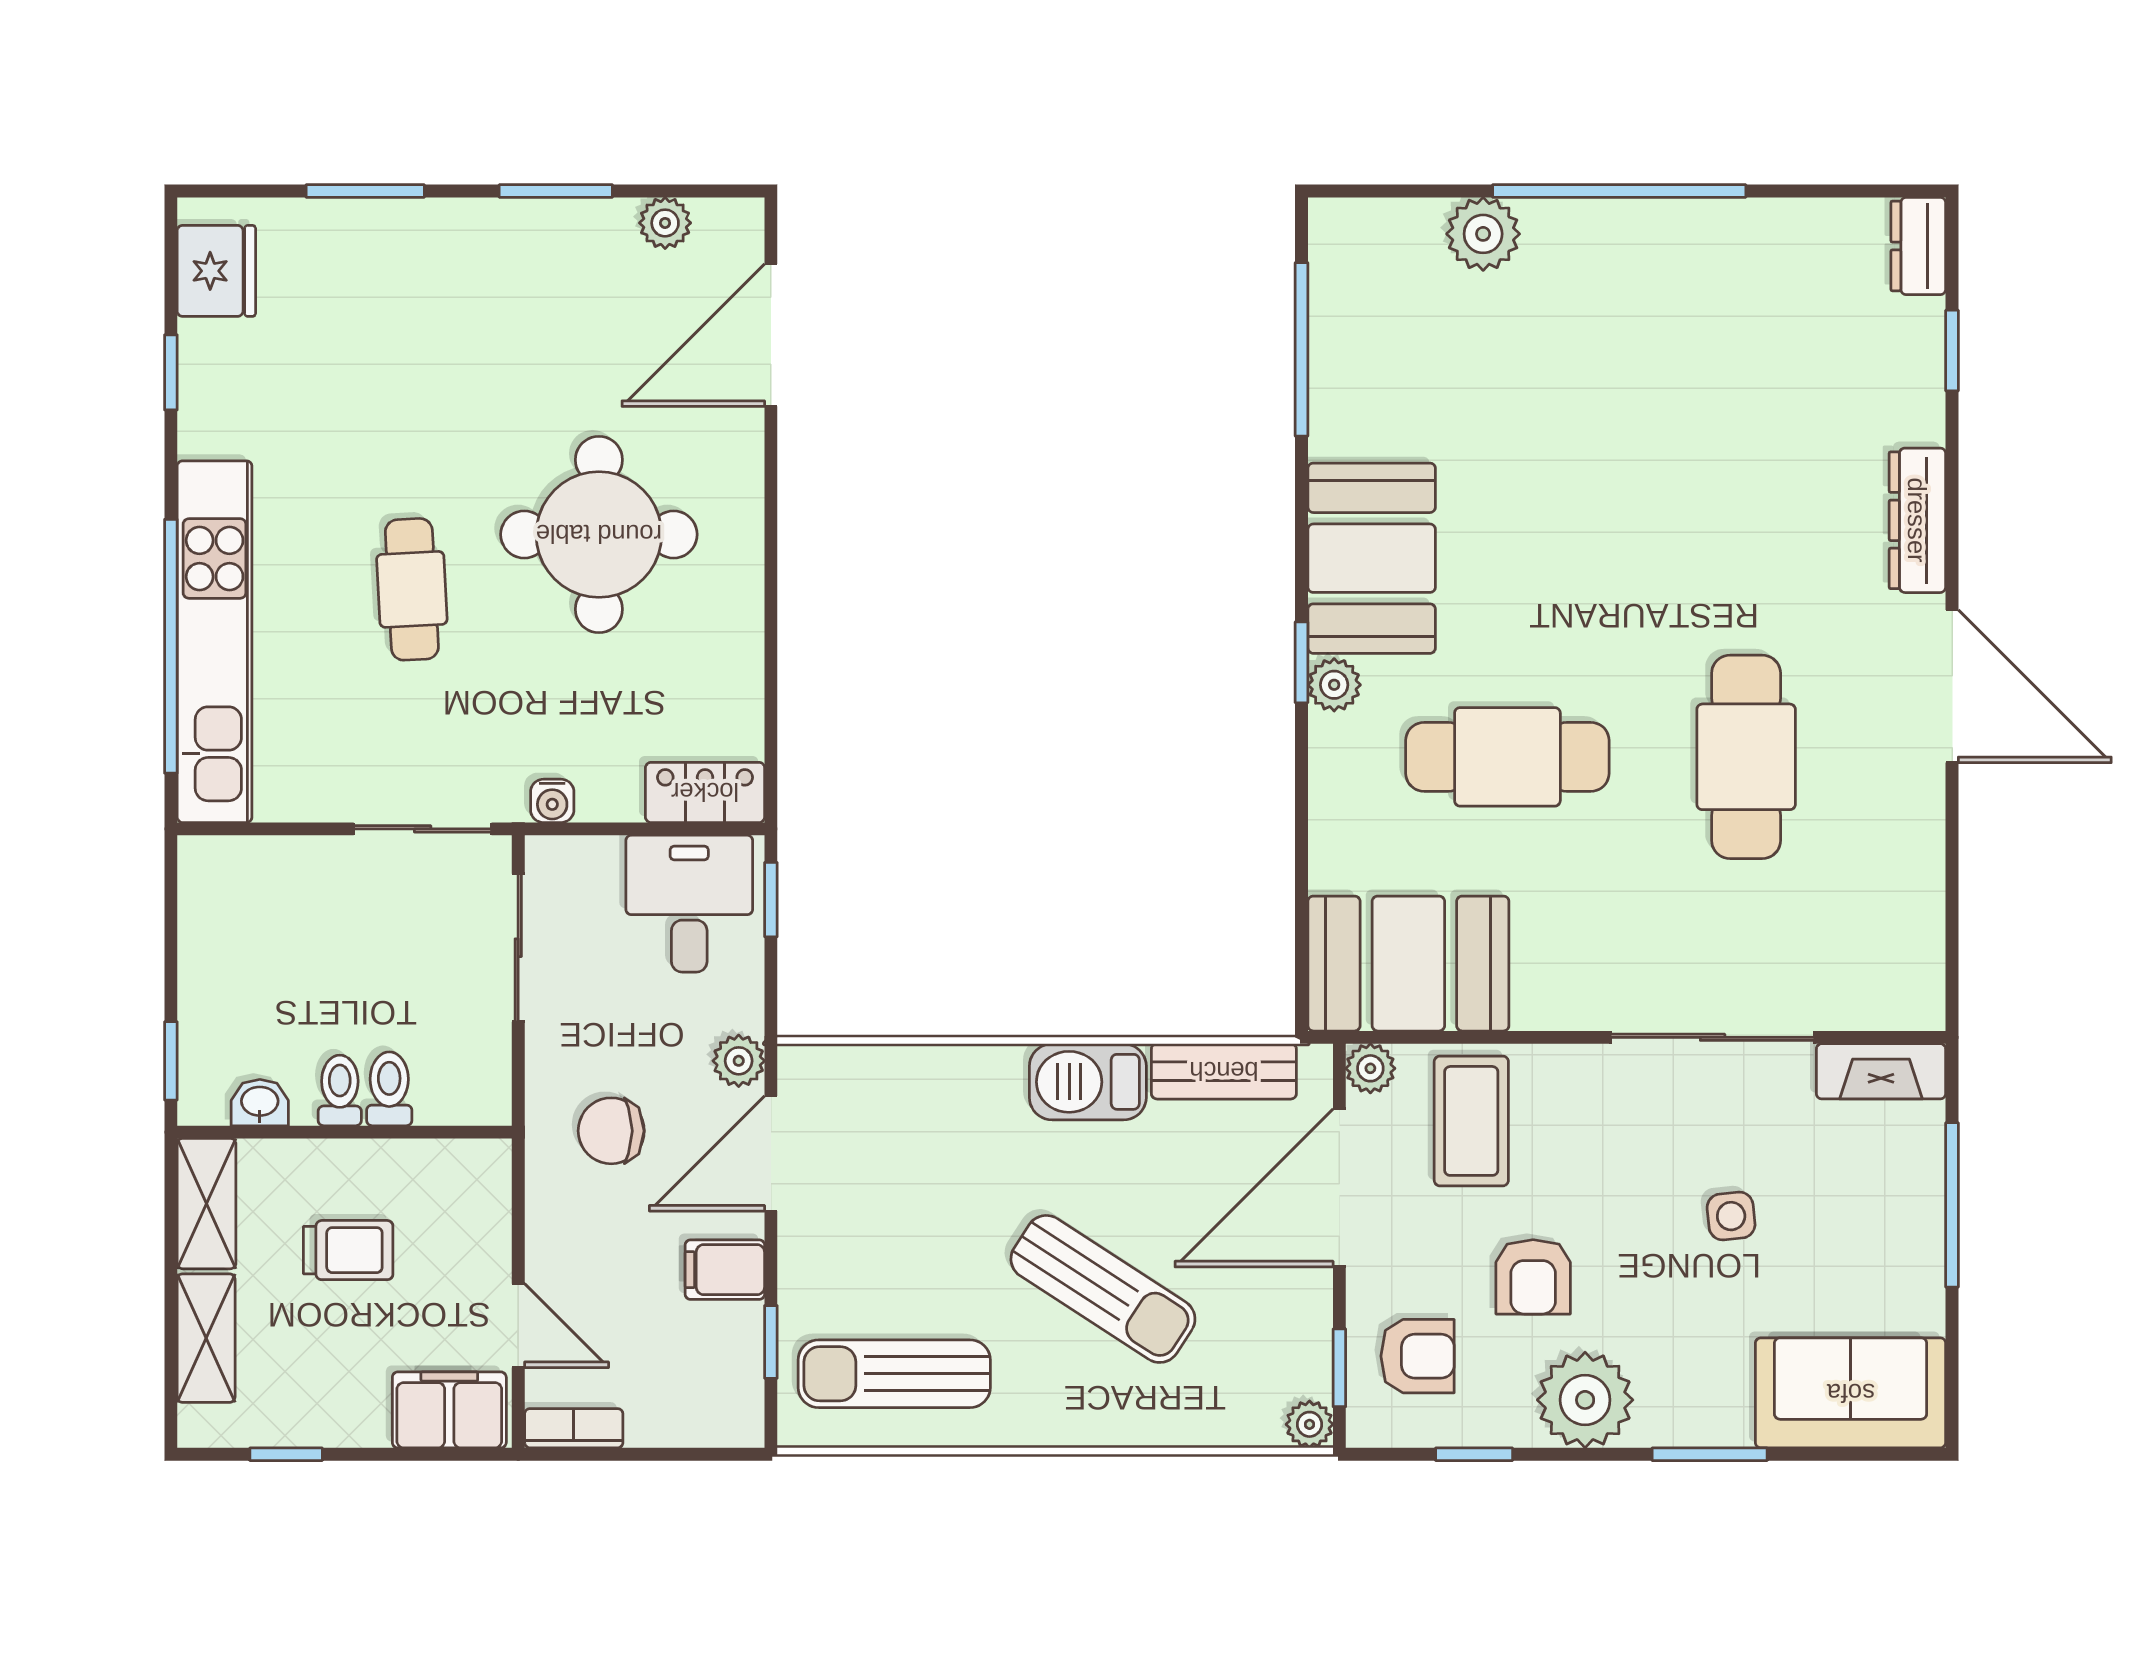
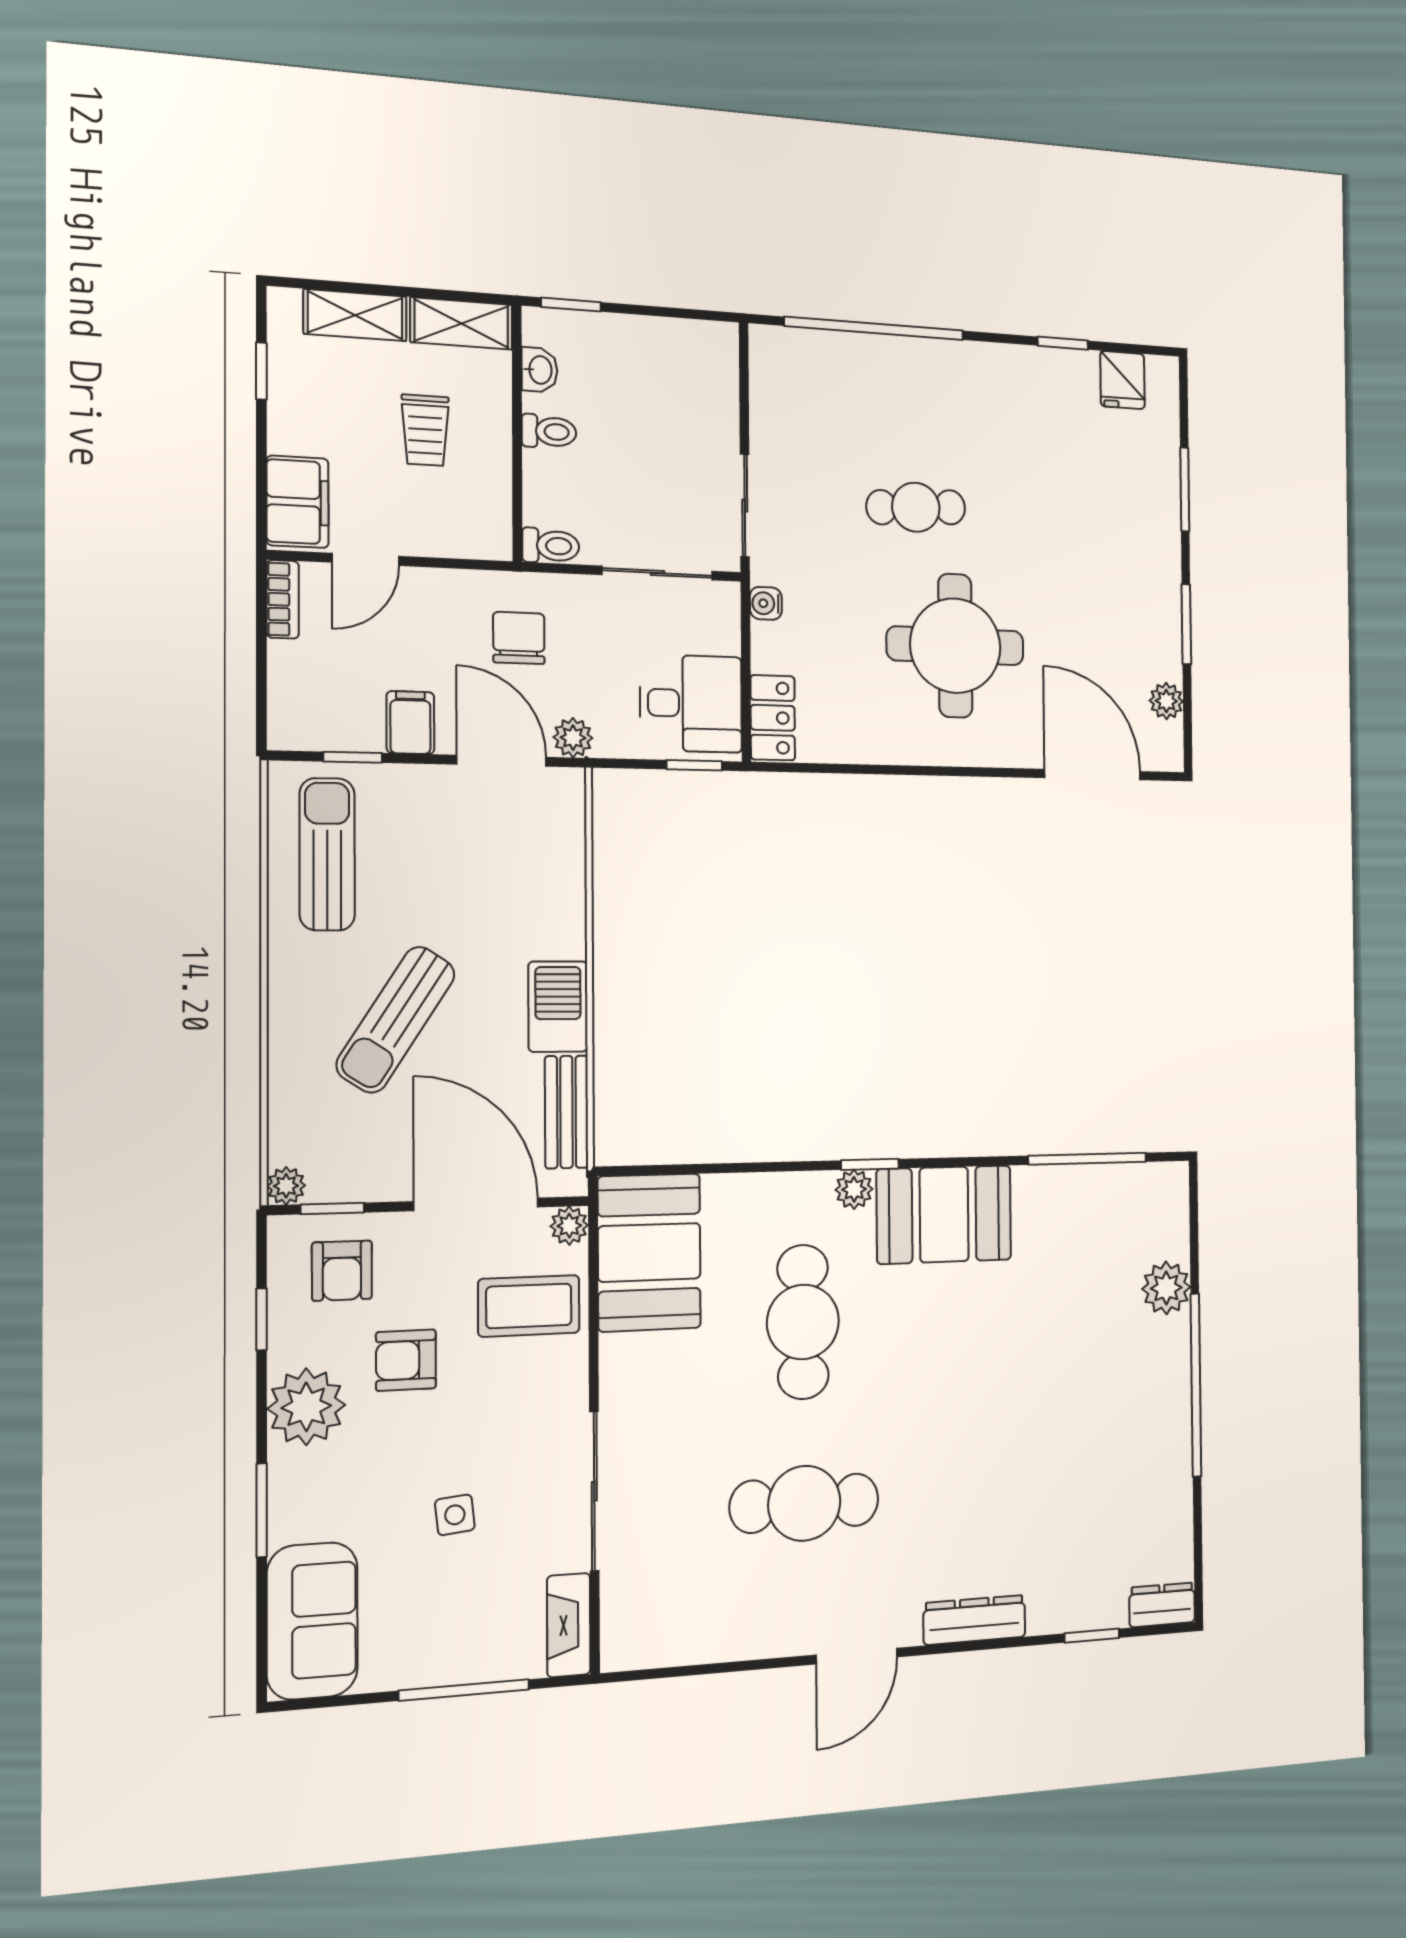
fridge: (216, 271) -> (1123, 380), width x0.72
kitchen unit: (215, 642) -> (878, 361), removed
door: (1952, 686) -> (857, 1656), width x0.73
toilet: (389, 1089) -> (551, 546), moved

